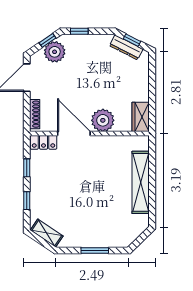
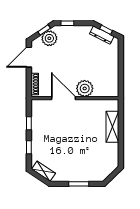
wardrobe: (141, 117) -> (112, 86), removed
locker: (44, 142) -> (41, 105), removed
shelving: (141, 182) -> (112, 127), width x0.68

